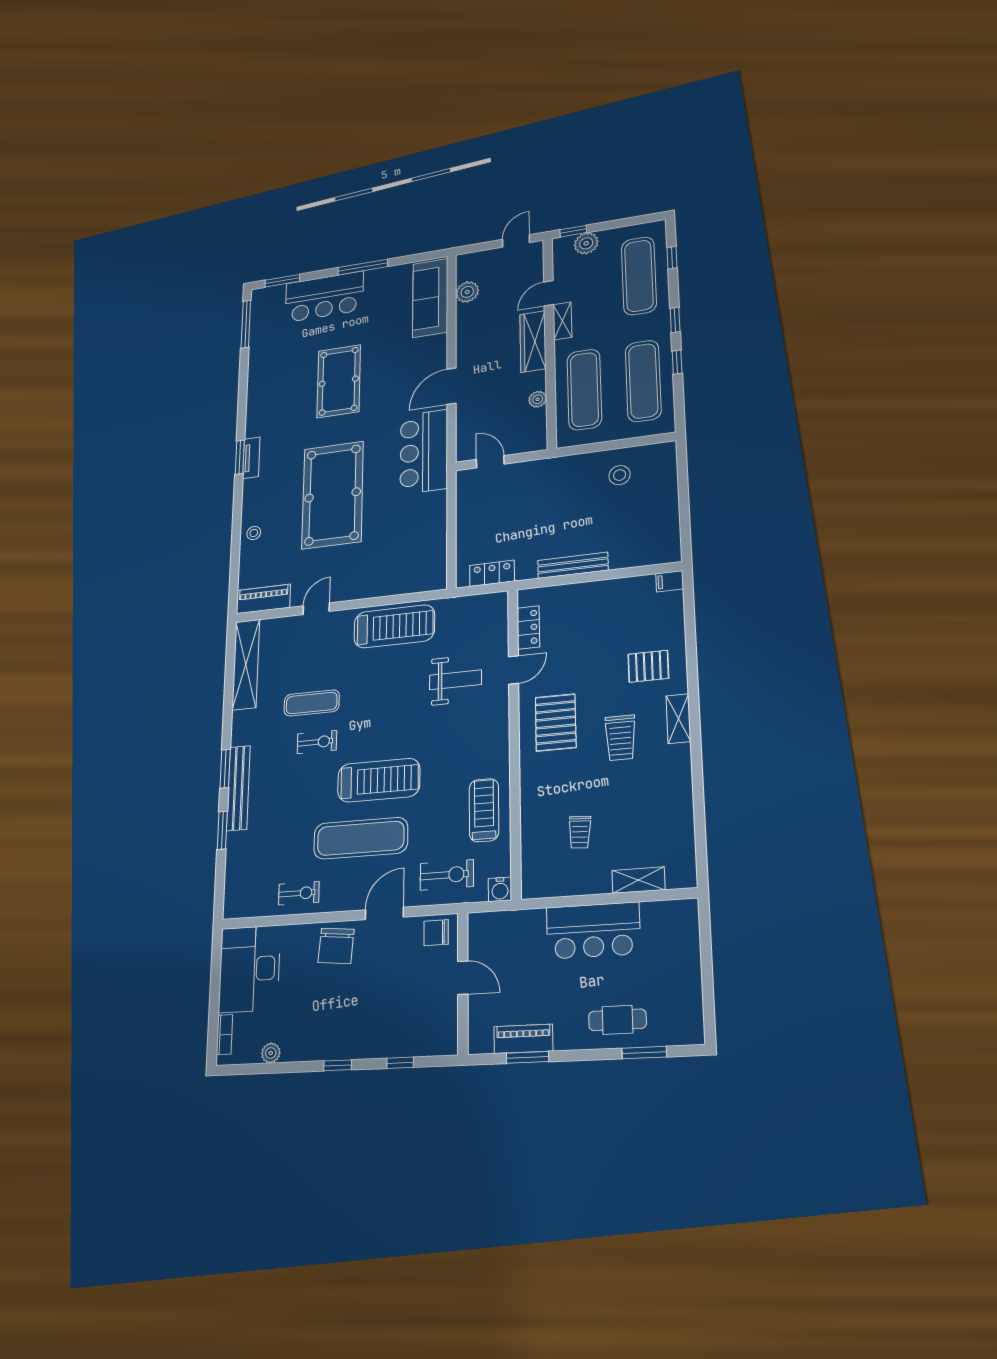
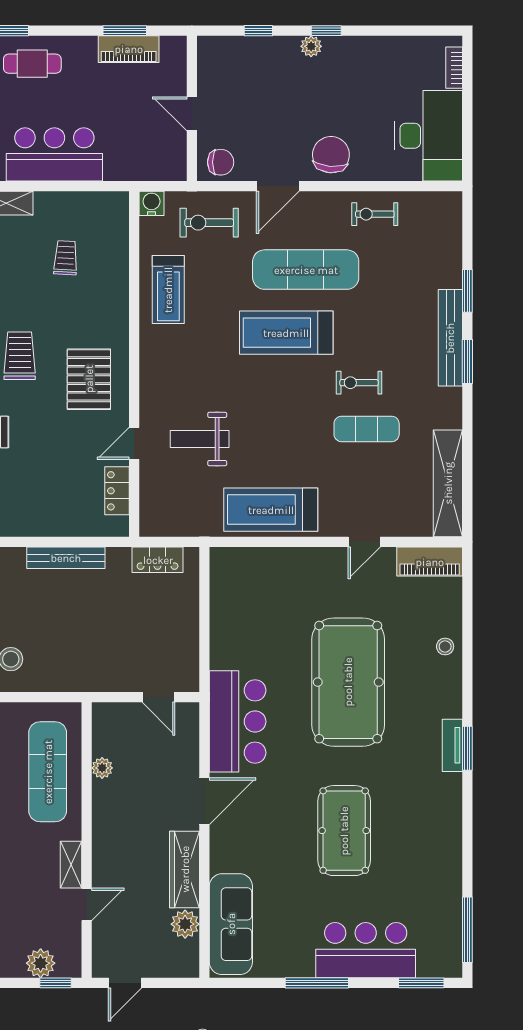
wardrobe: (533, 342) -> (185, 869), moved, turned 180
plant: (271, 1053) -> (311, 46), moved

